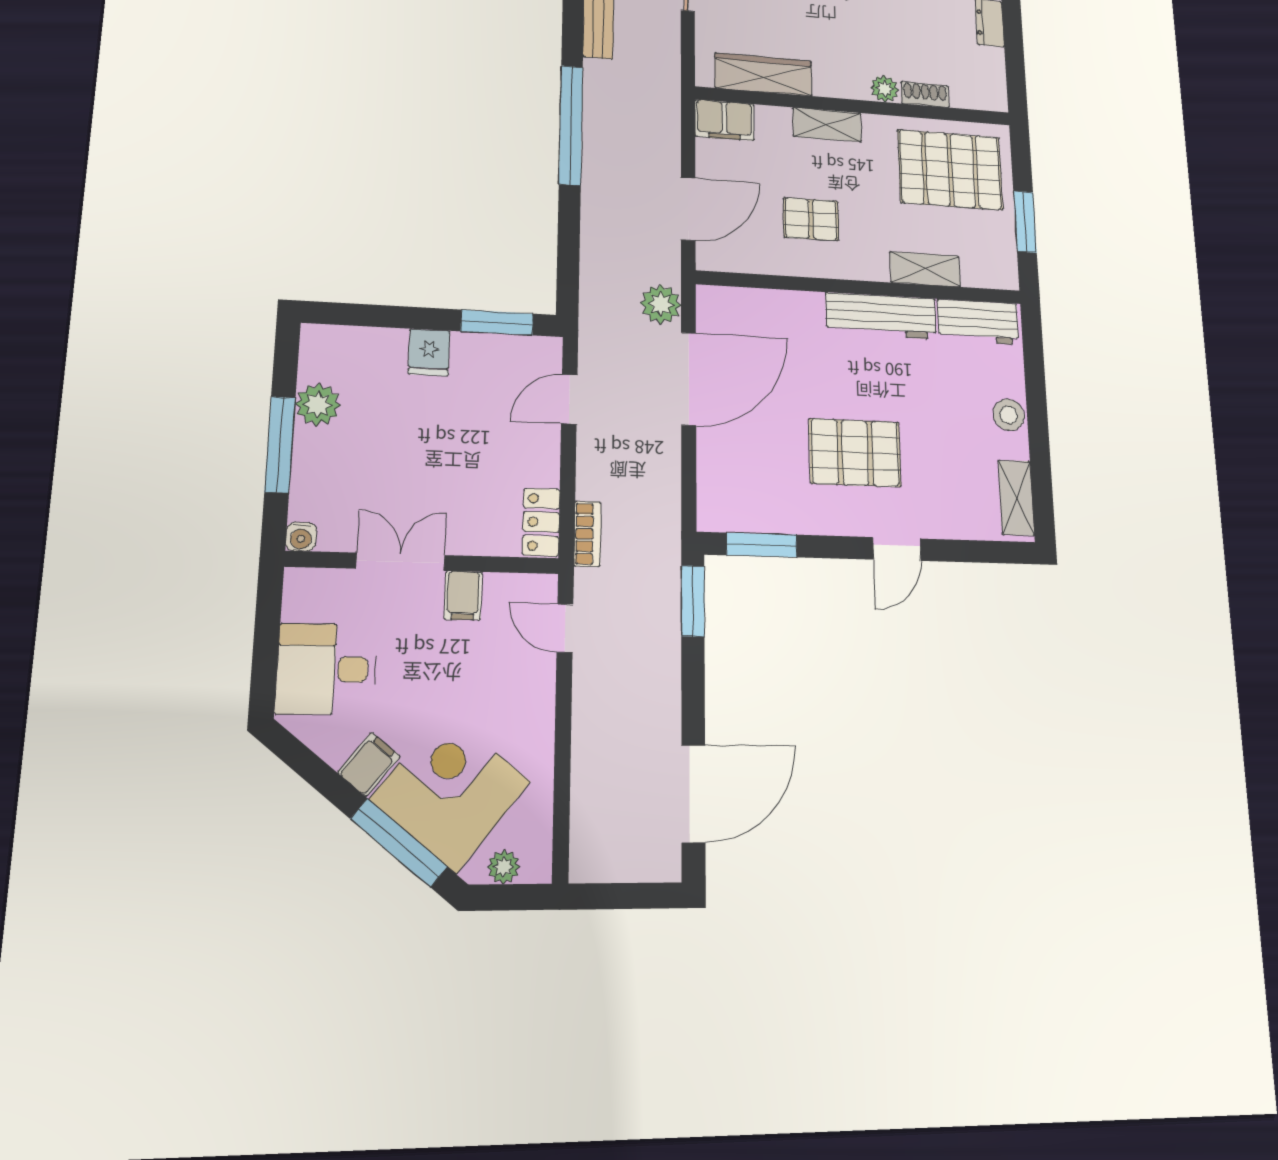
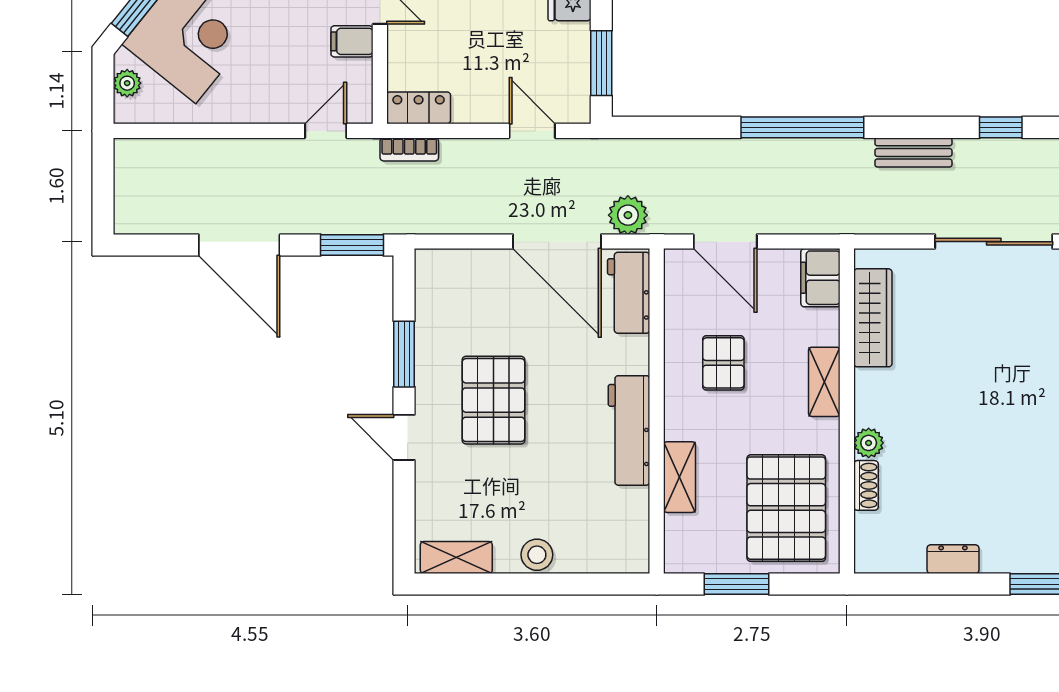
workbench: (978, 322) -> (629, 293), moved
window: (762, 545) -> (404, 354), moved
door: (693, 794) -> (239, 245), moved

